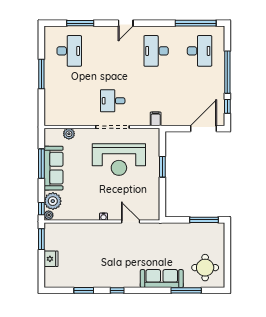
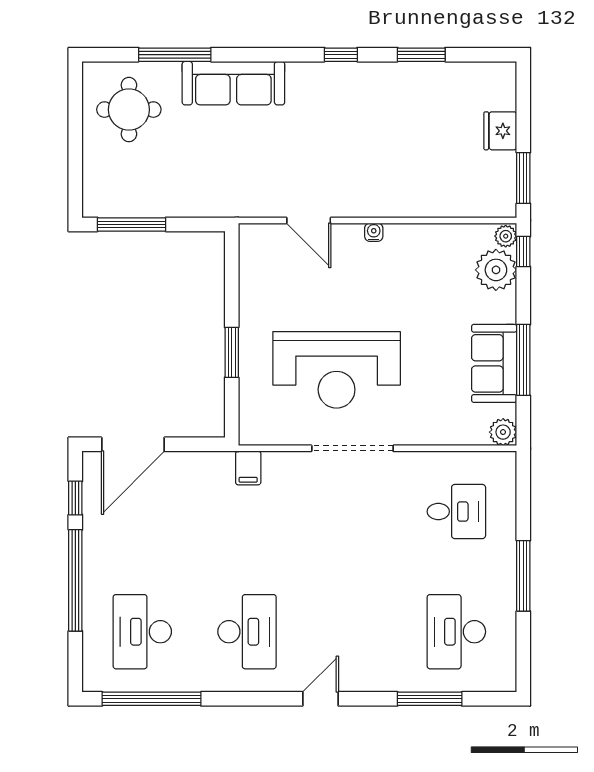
desk: (113, 101) -> (456, 512), moved
plant: (69, 134) -> (503, 432), moved
reception desk: (119, 160) -> (337, 370), turned 180
sofa: (54, 168) -> (494, 363), width x0.73

